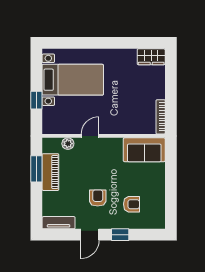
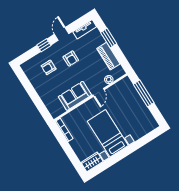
bed with nightstands: (73, 80) -> (108, 133), moved, turned 90
window: (36, 100) -> (144, 93), width x2.17
sofa: (144, 150) -> (75, 96), moved
window: (36, 169) -> (109, 38), moved

